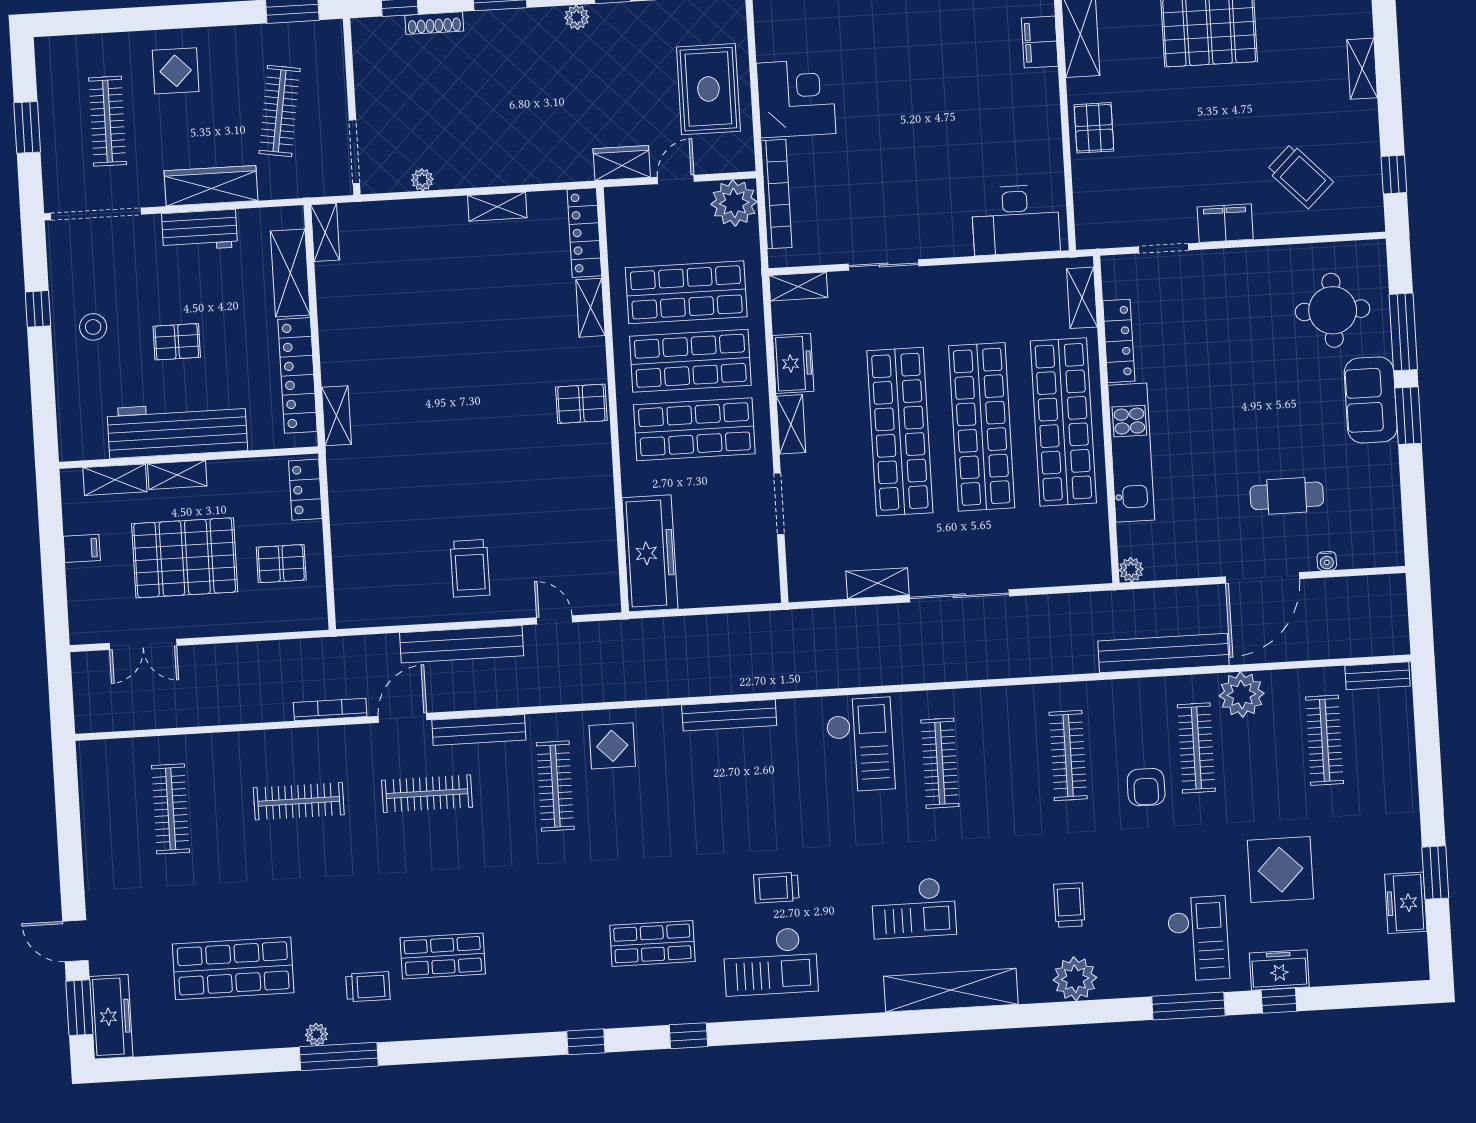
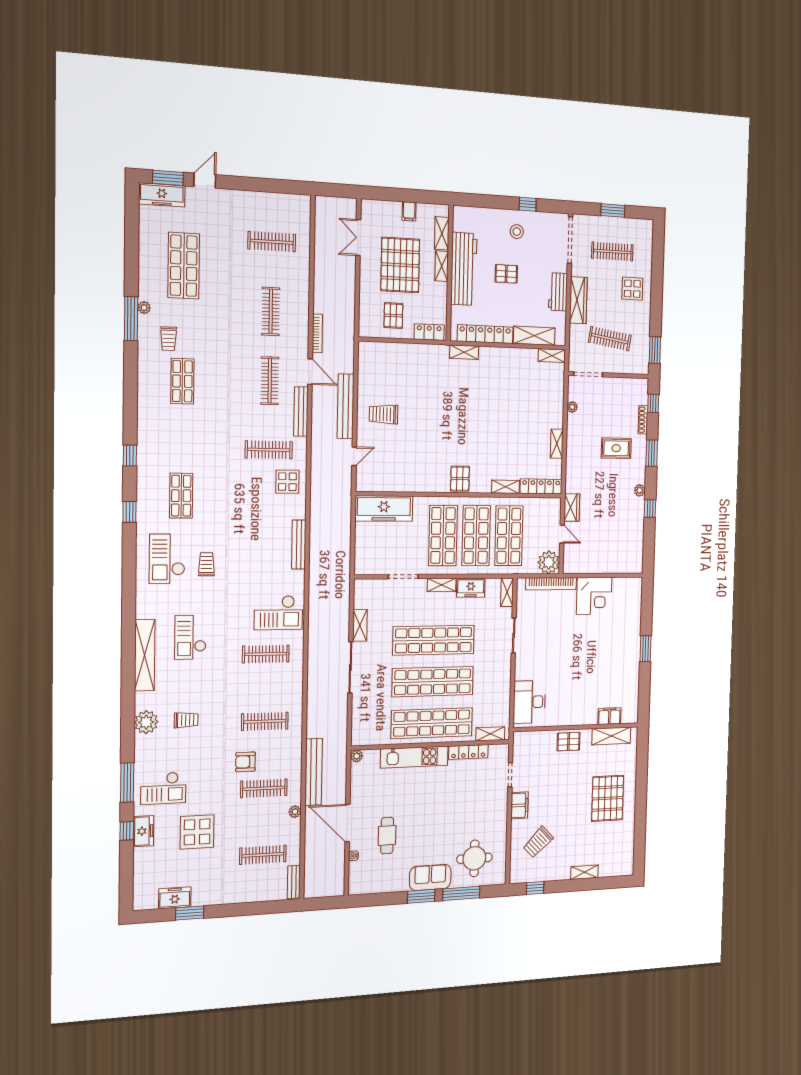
rug: (708, 89) -> (616, 448), moved, width x0.73, depth x0.70
pallet: (177, 342) -> (506, 274), turned 90
plant: (1242, 695) -> (295, 812), width x0.53, depth x0.53

